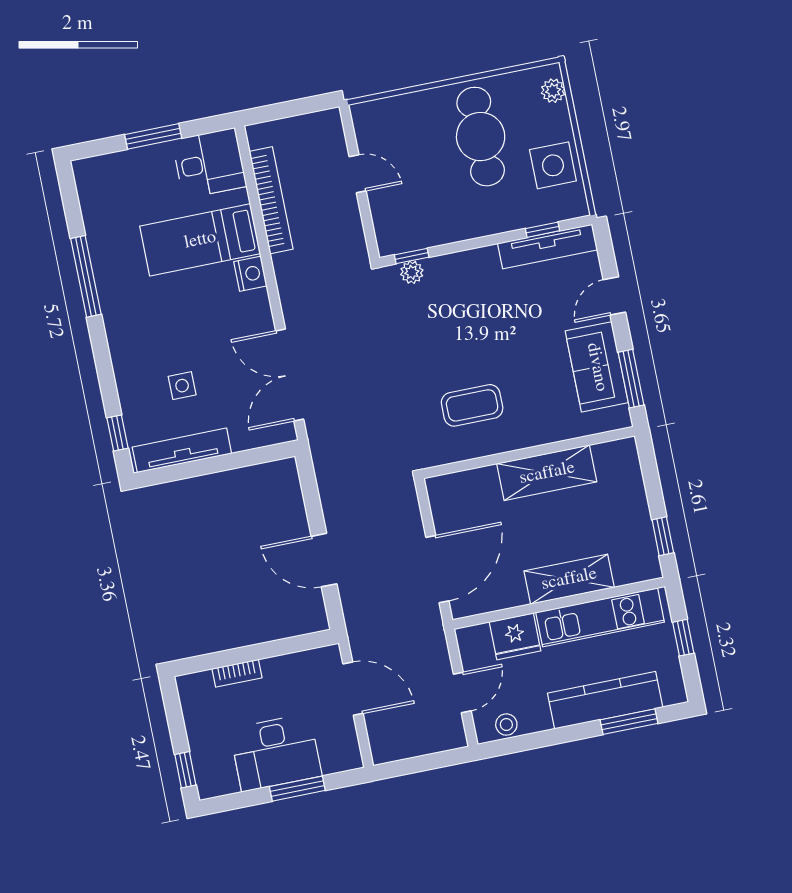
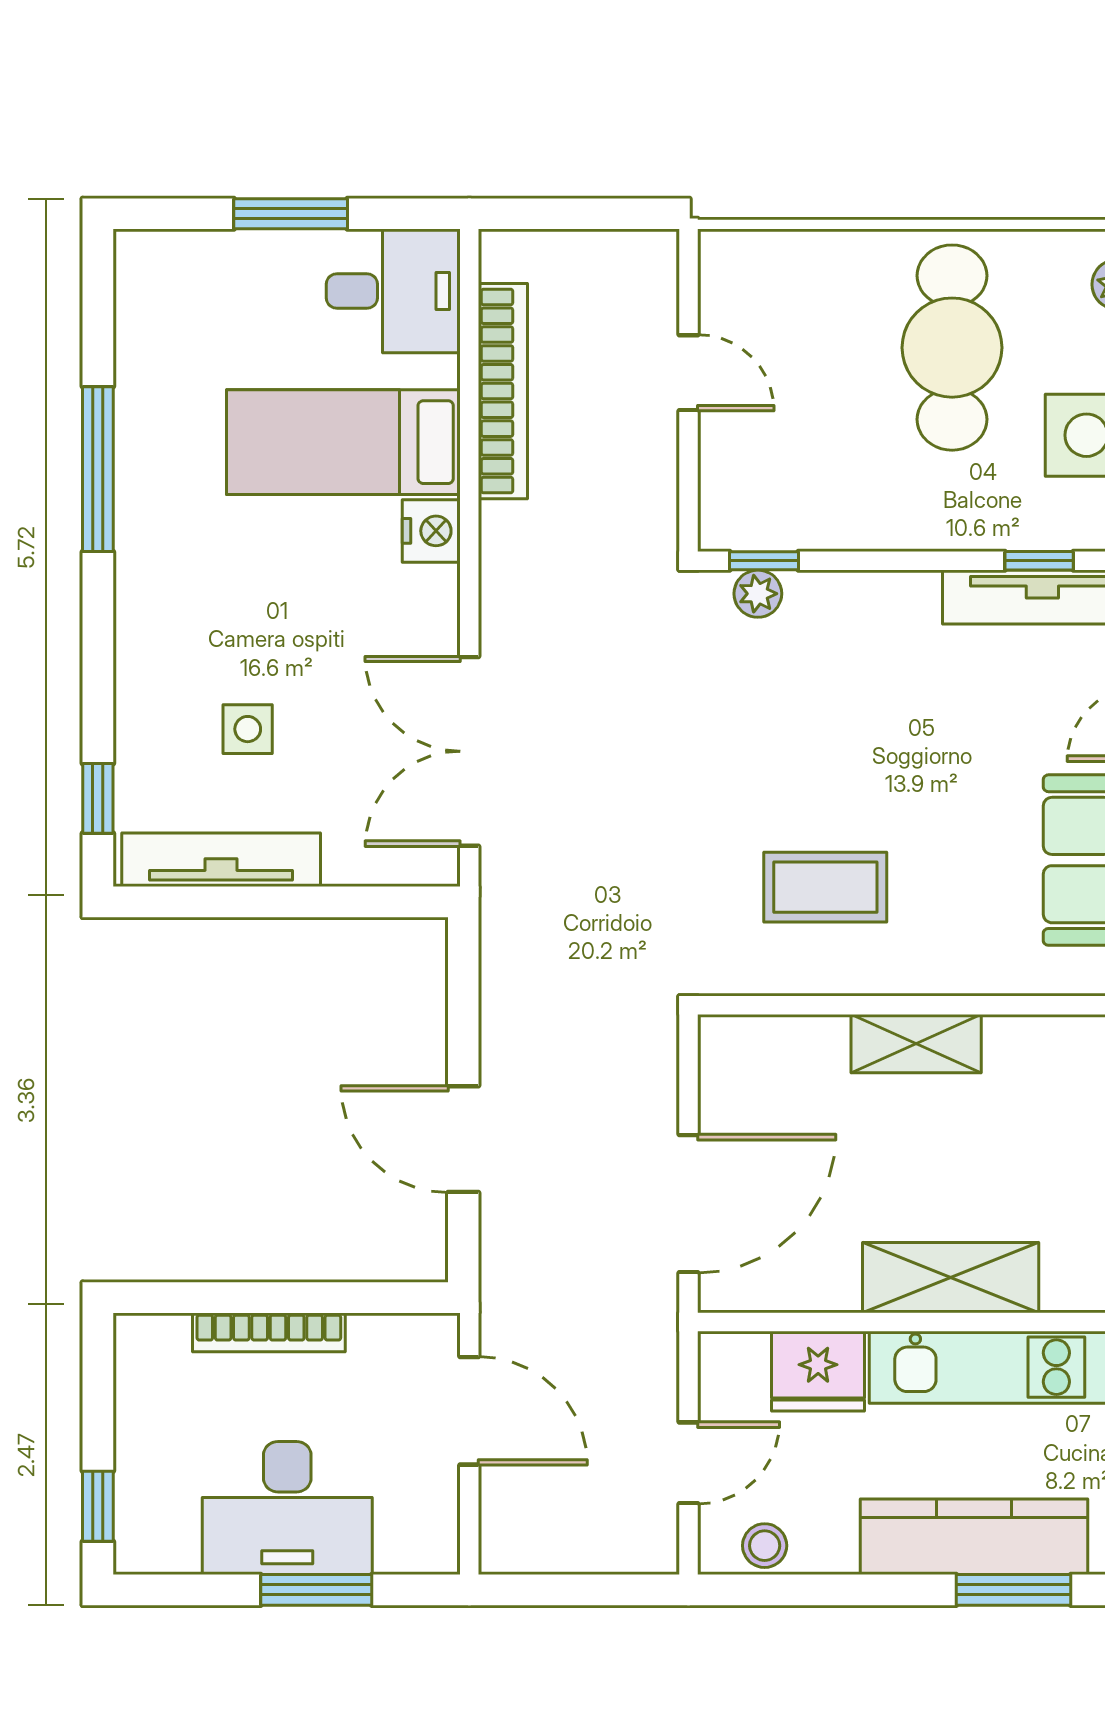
shelving: (547, 473) -> (916, 1044), width x0.67, depth x0.75
bookcase: (237, 673) -> (269, 1332), width x1.56

